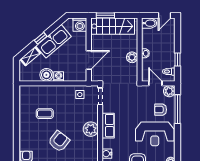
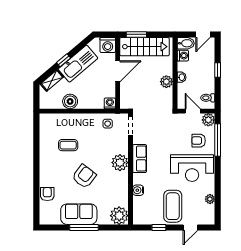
washing machine: (147, 34) -> (183, 56), added
door: (89, 60) -> (118, 71), moved
window: (177, 60) -> (218, 70), moved
washing machine: (59, 76) -> (110, 103), moved

